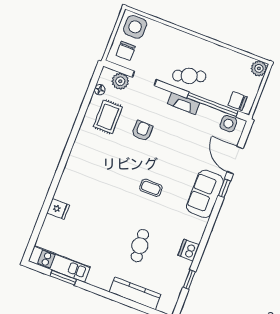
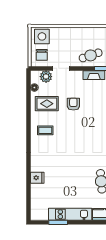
rug: (108, 117) -> (47, 104), turned 90
coffee table: (151, 188) -> (45, 130), moved
kitchen unit: (59, 264) -> (70, 214), moved

